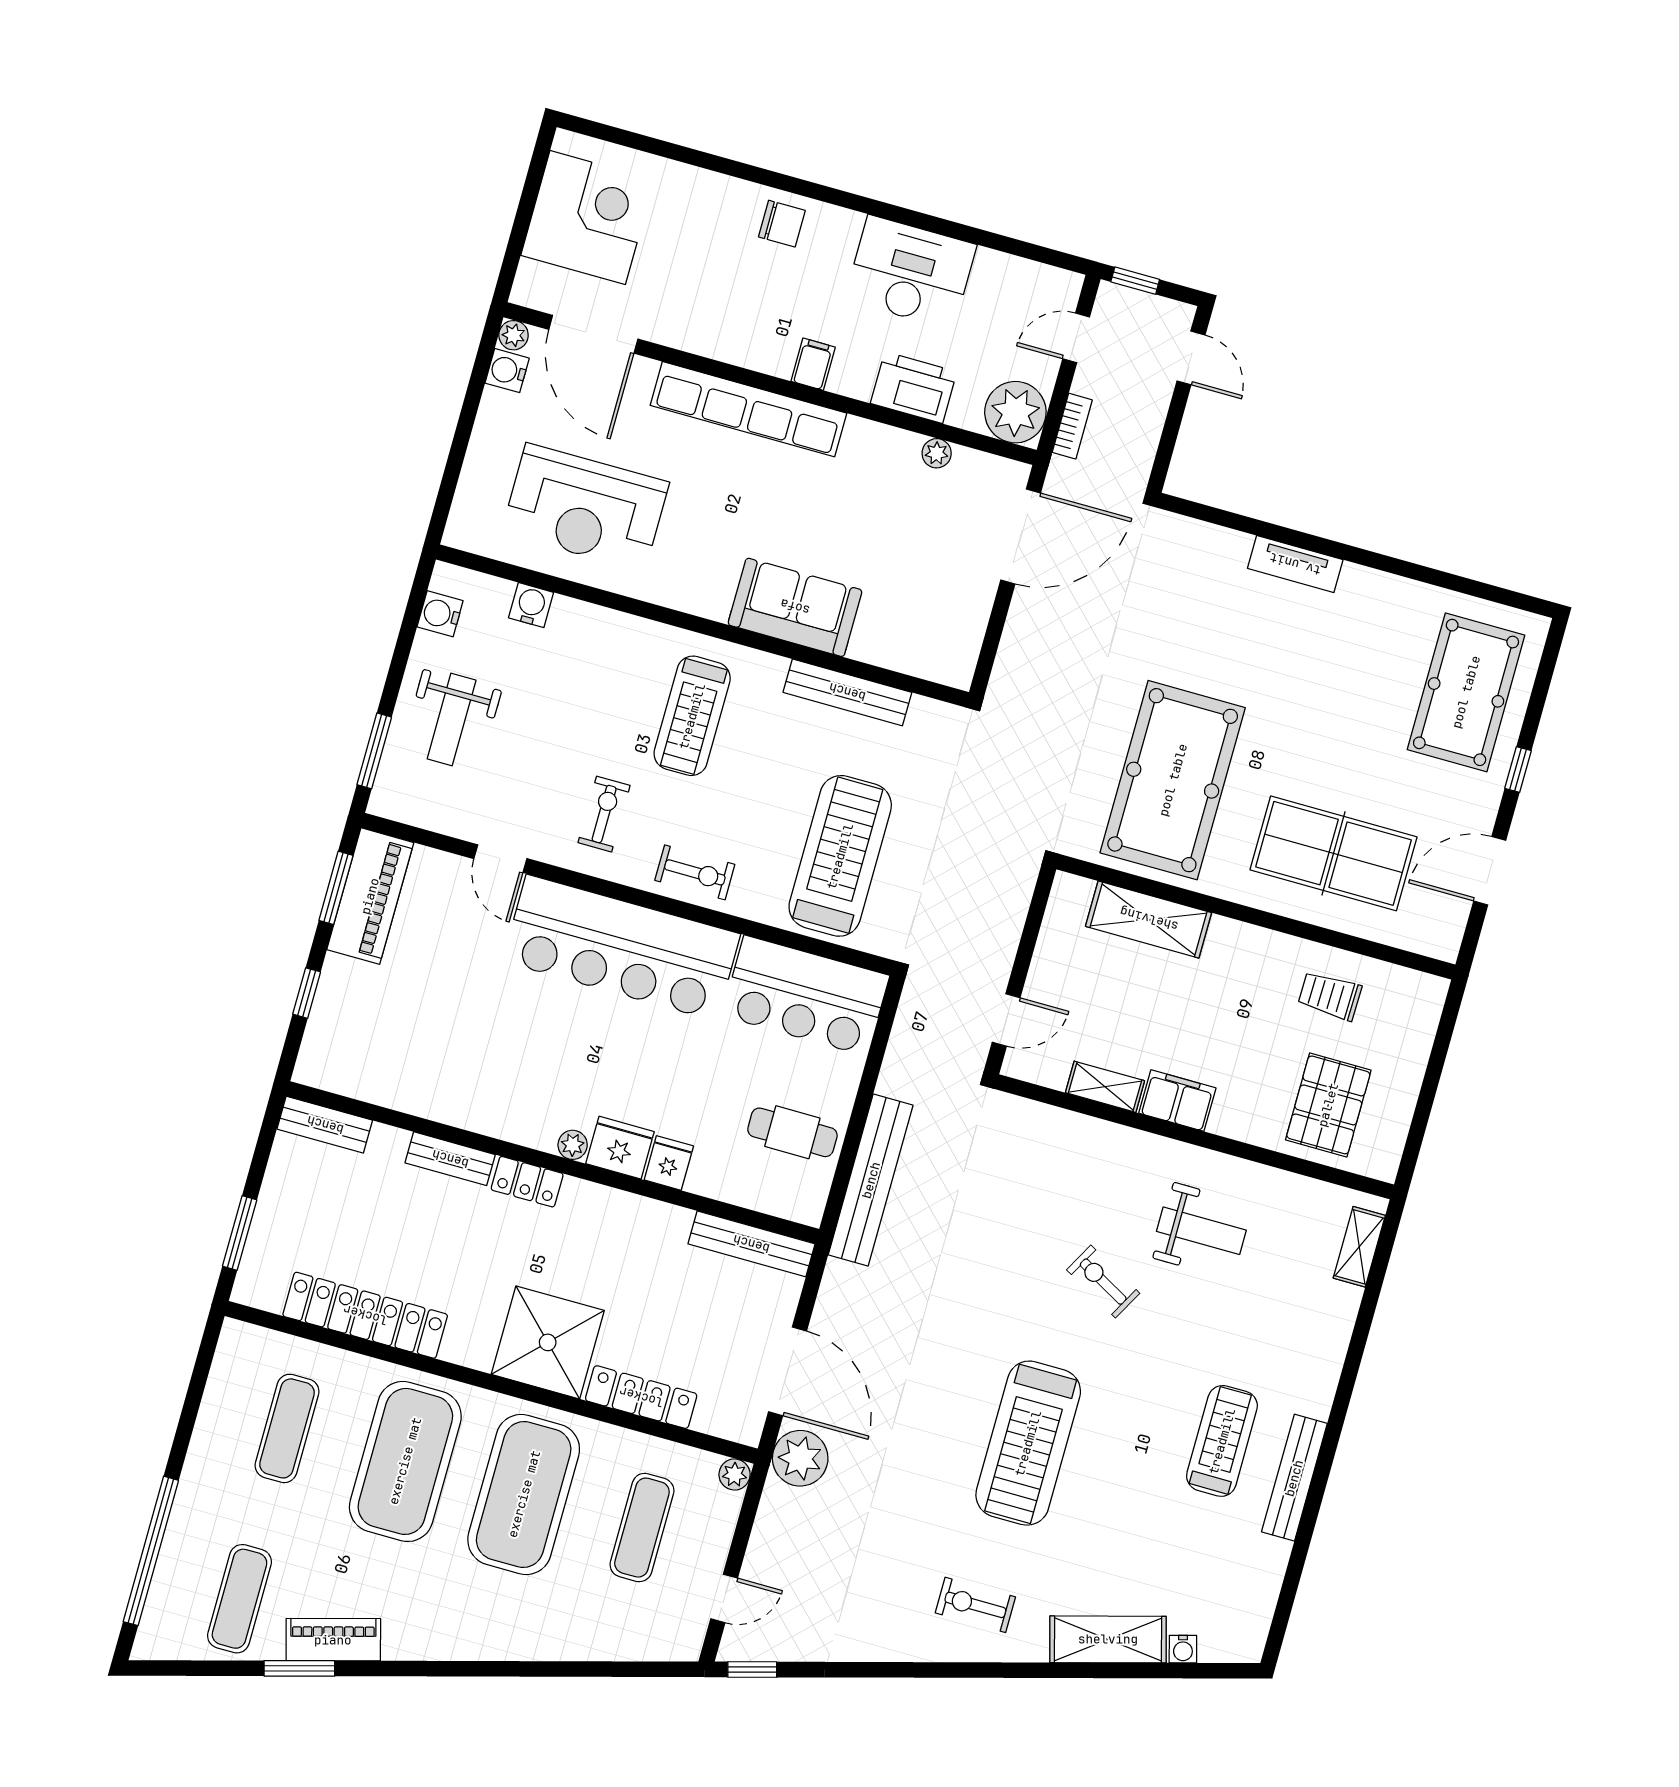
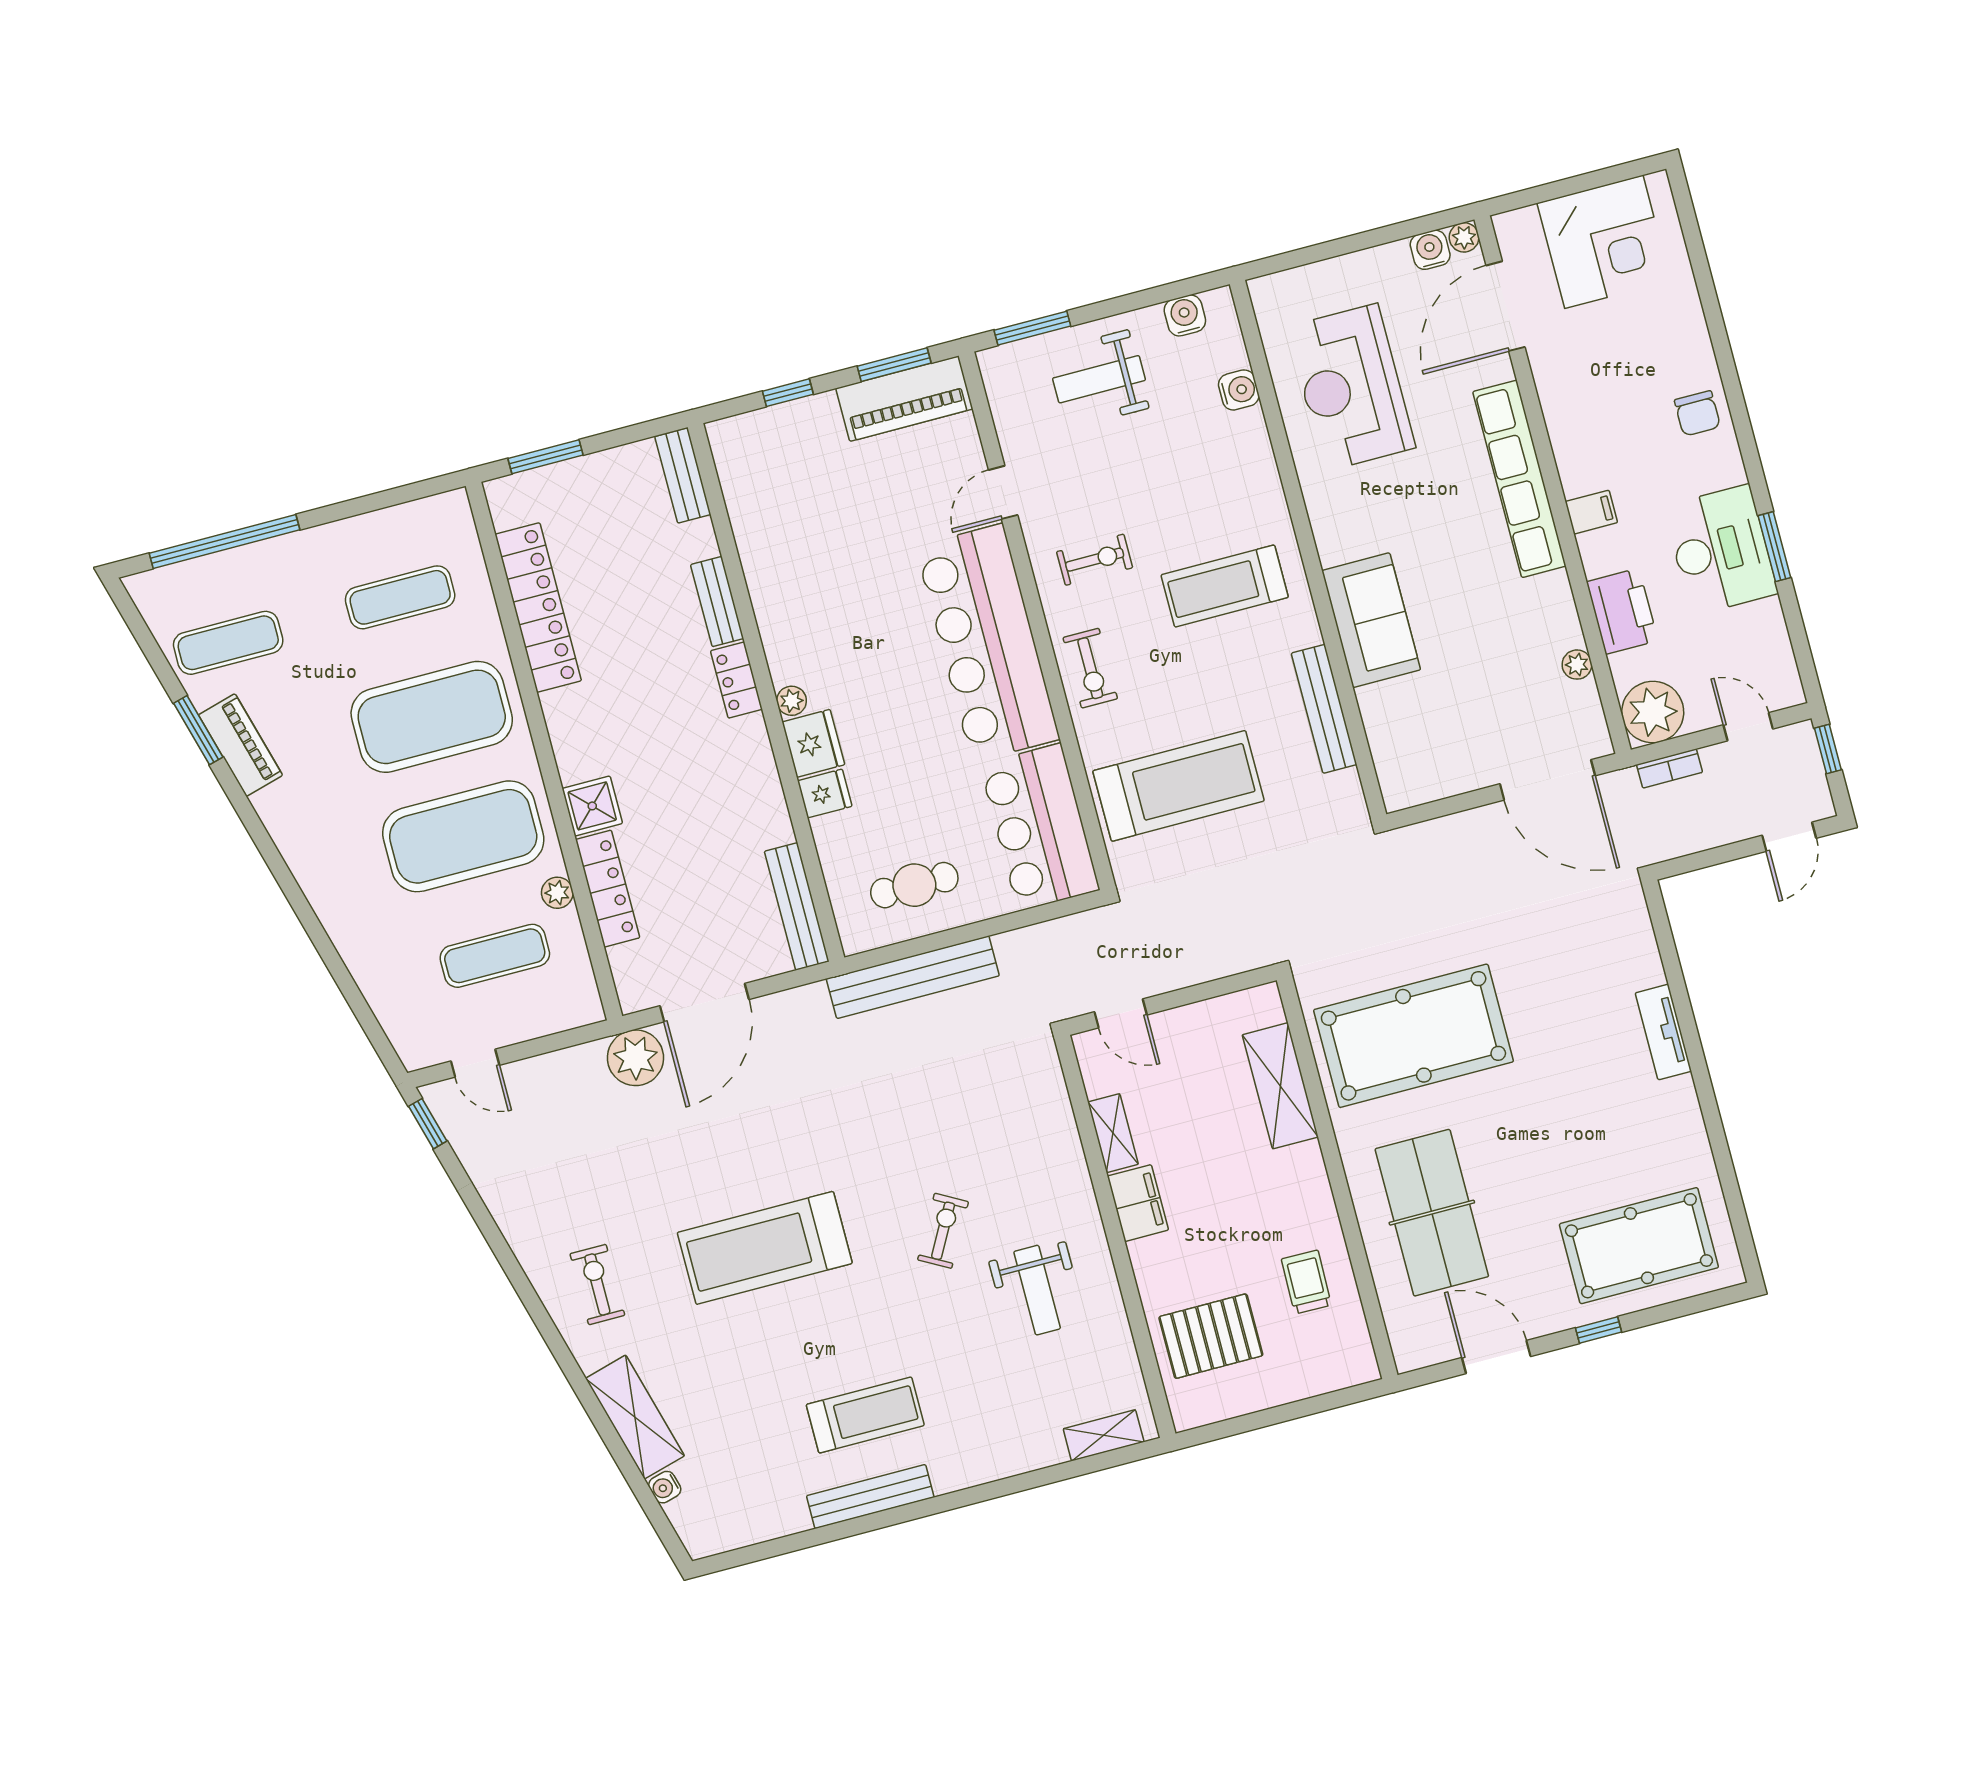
window: (935, 225) -> (1774, 547), added
cafe table: (792, 1132) -> (914, 885), turned 90
shower: (548, 1342) -> (592, 806), width x0.54, depth x0.54
plant: (735, 1475) -> (557, 893), moved

